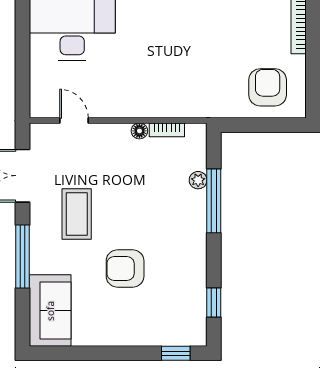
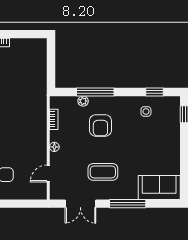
armchair: (268, 87) -> (29, 61), removed
floor lamp: (139, 131) -> (54, 147), moved
armchair: (125, 268) -> (100, 125), moved
side table: (180, 288) -> (146, 111), added

